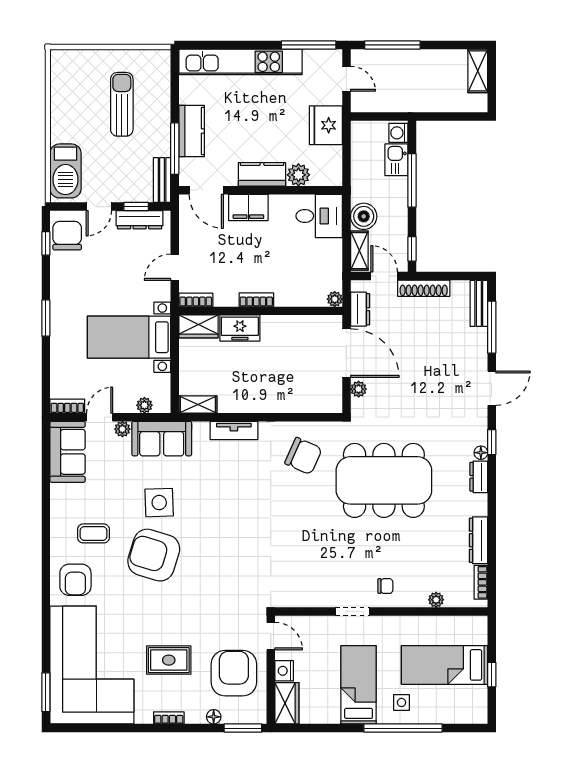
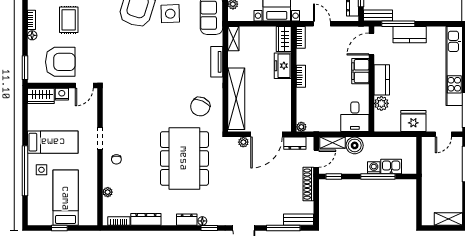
washing machine: (398, 133) -> (374, 168), moved
shelving: (291, 400) -> (236, 99), added
floor lamp: (214, 717) -> (32, 35), moved

